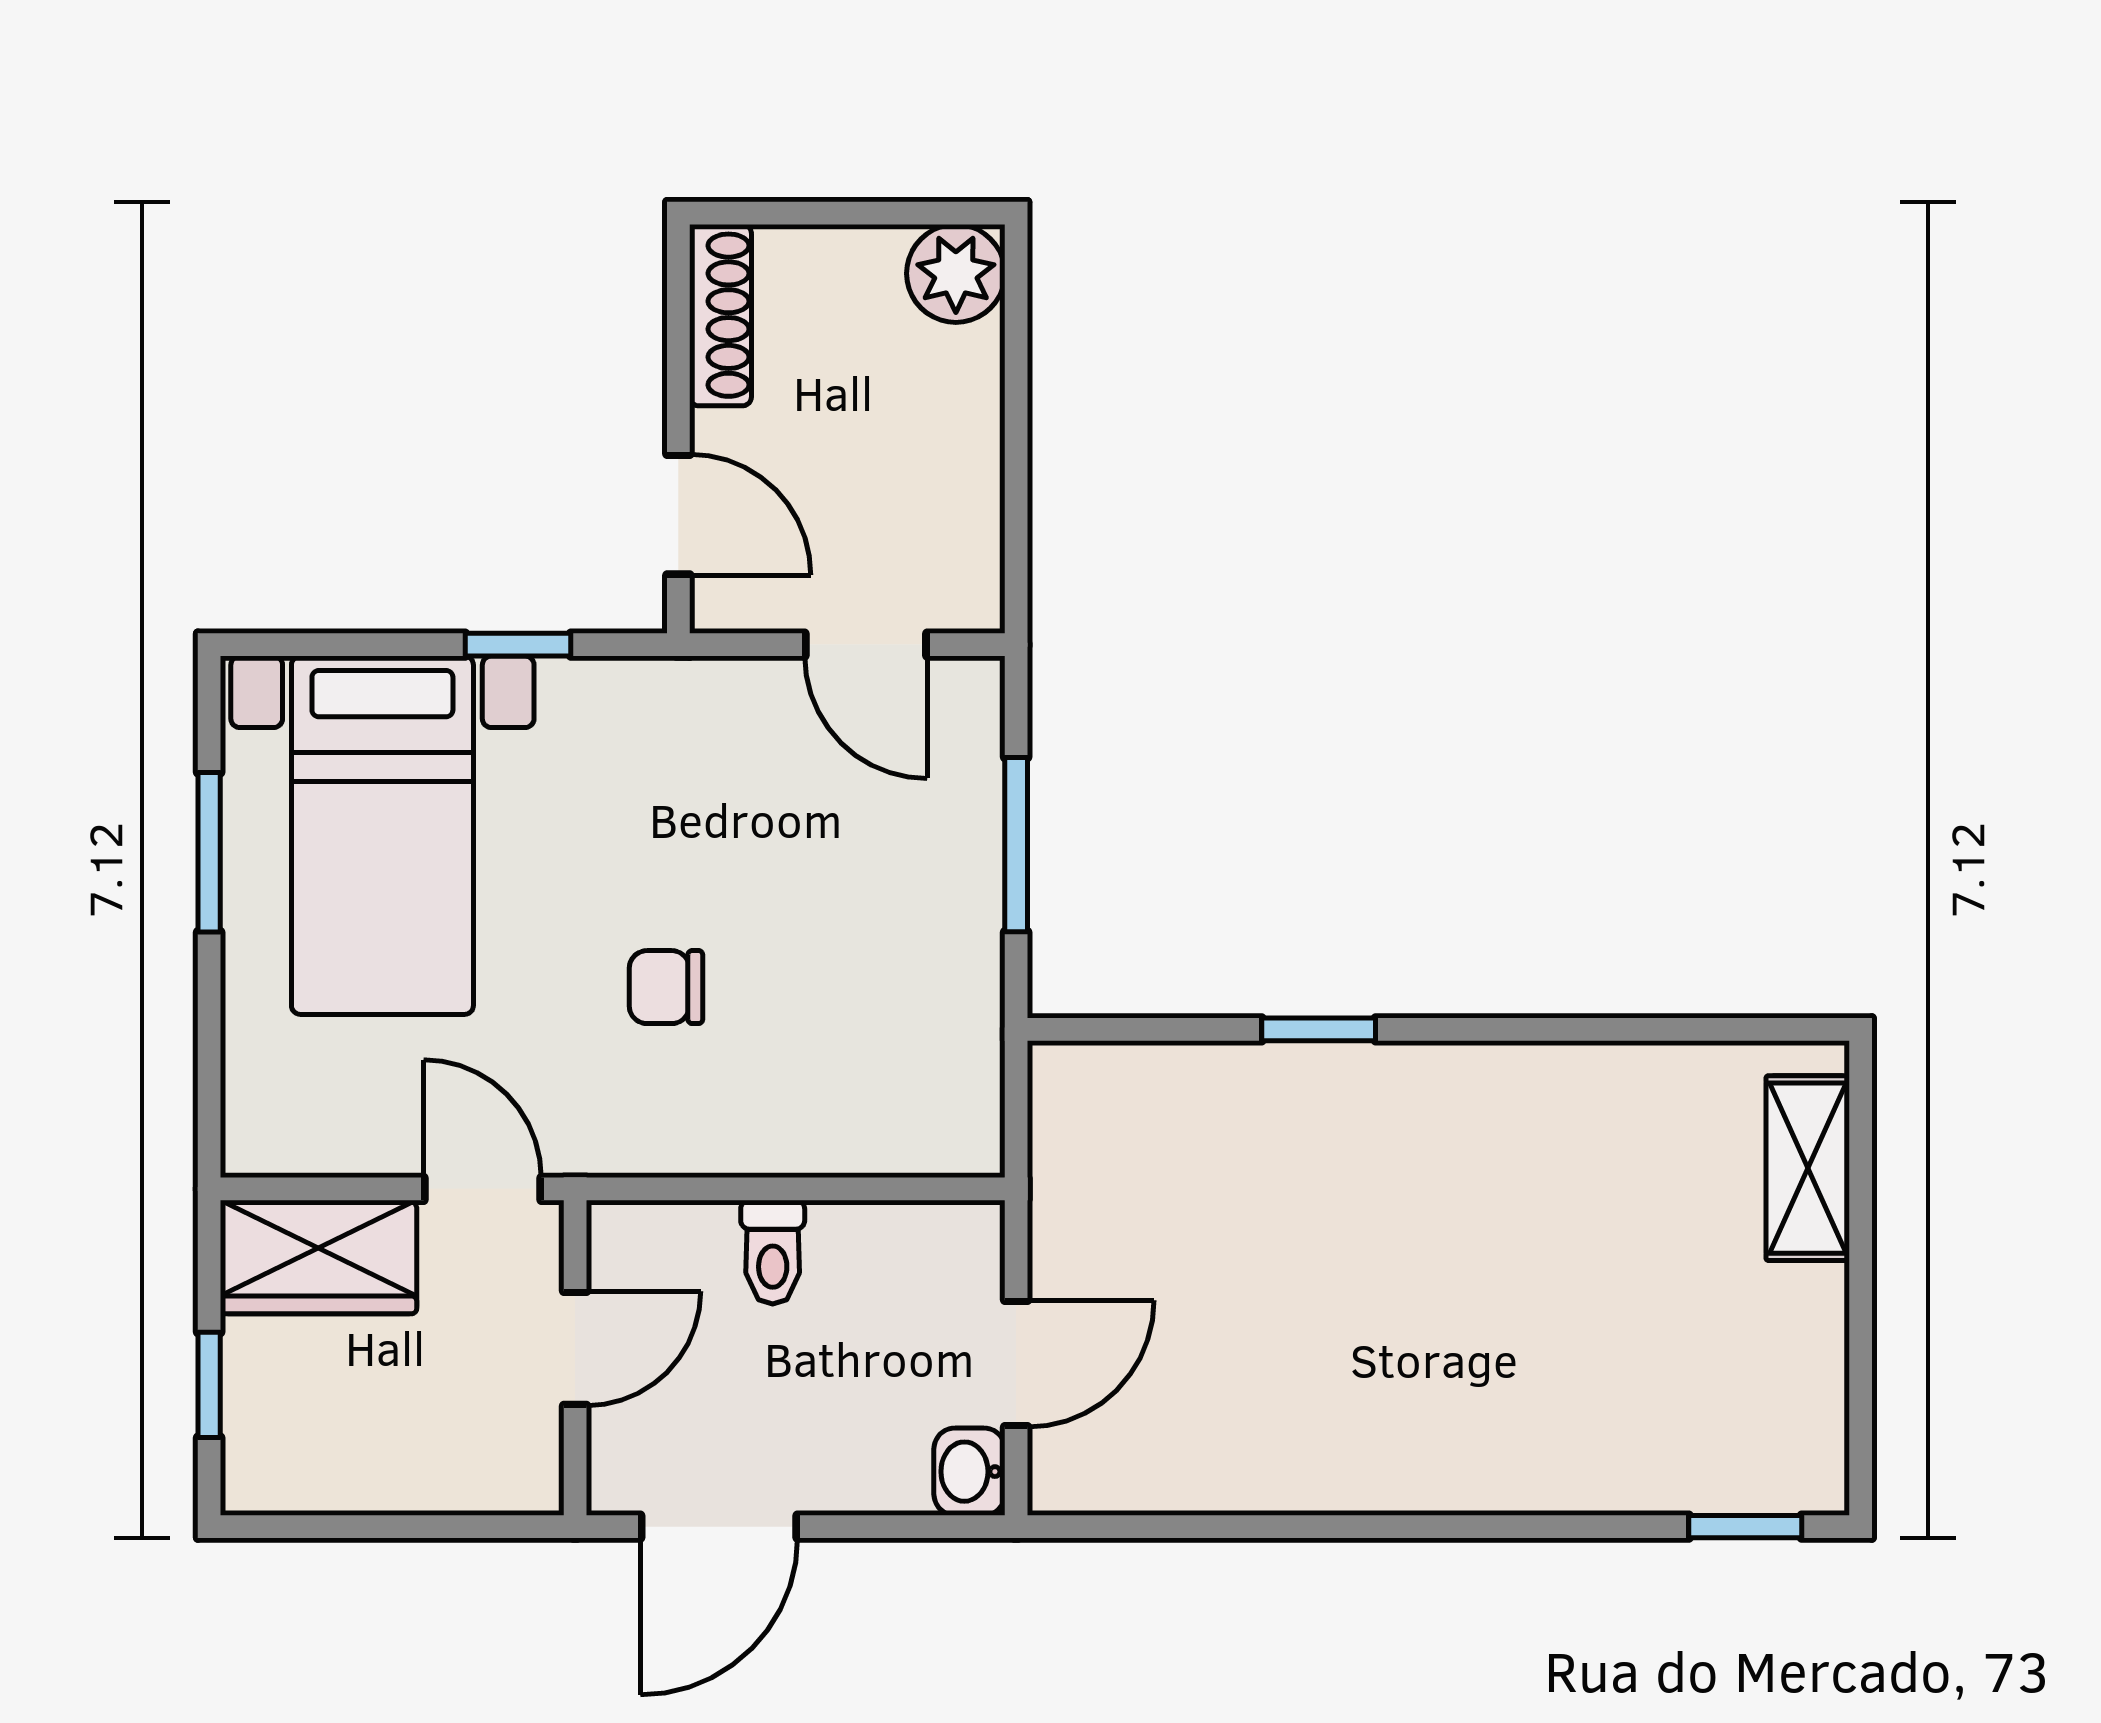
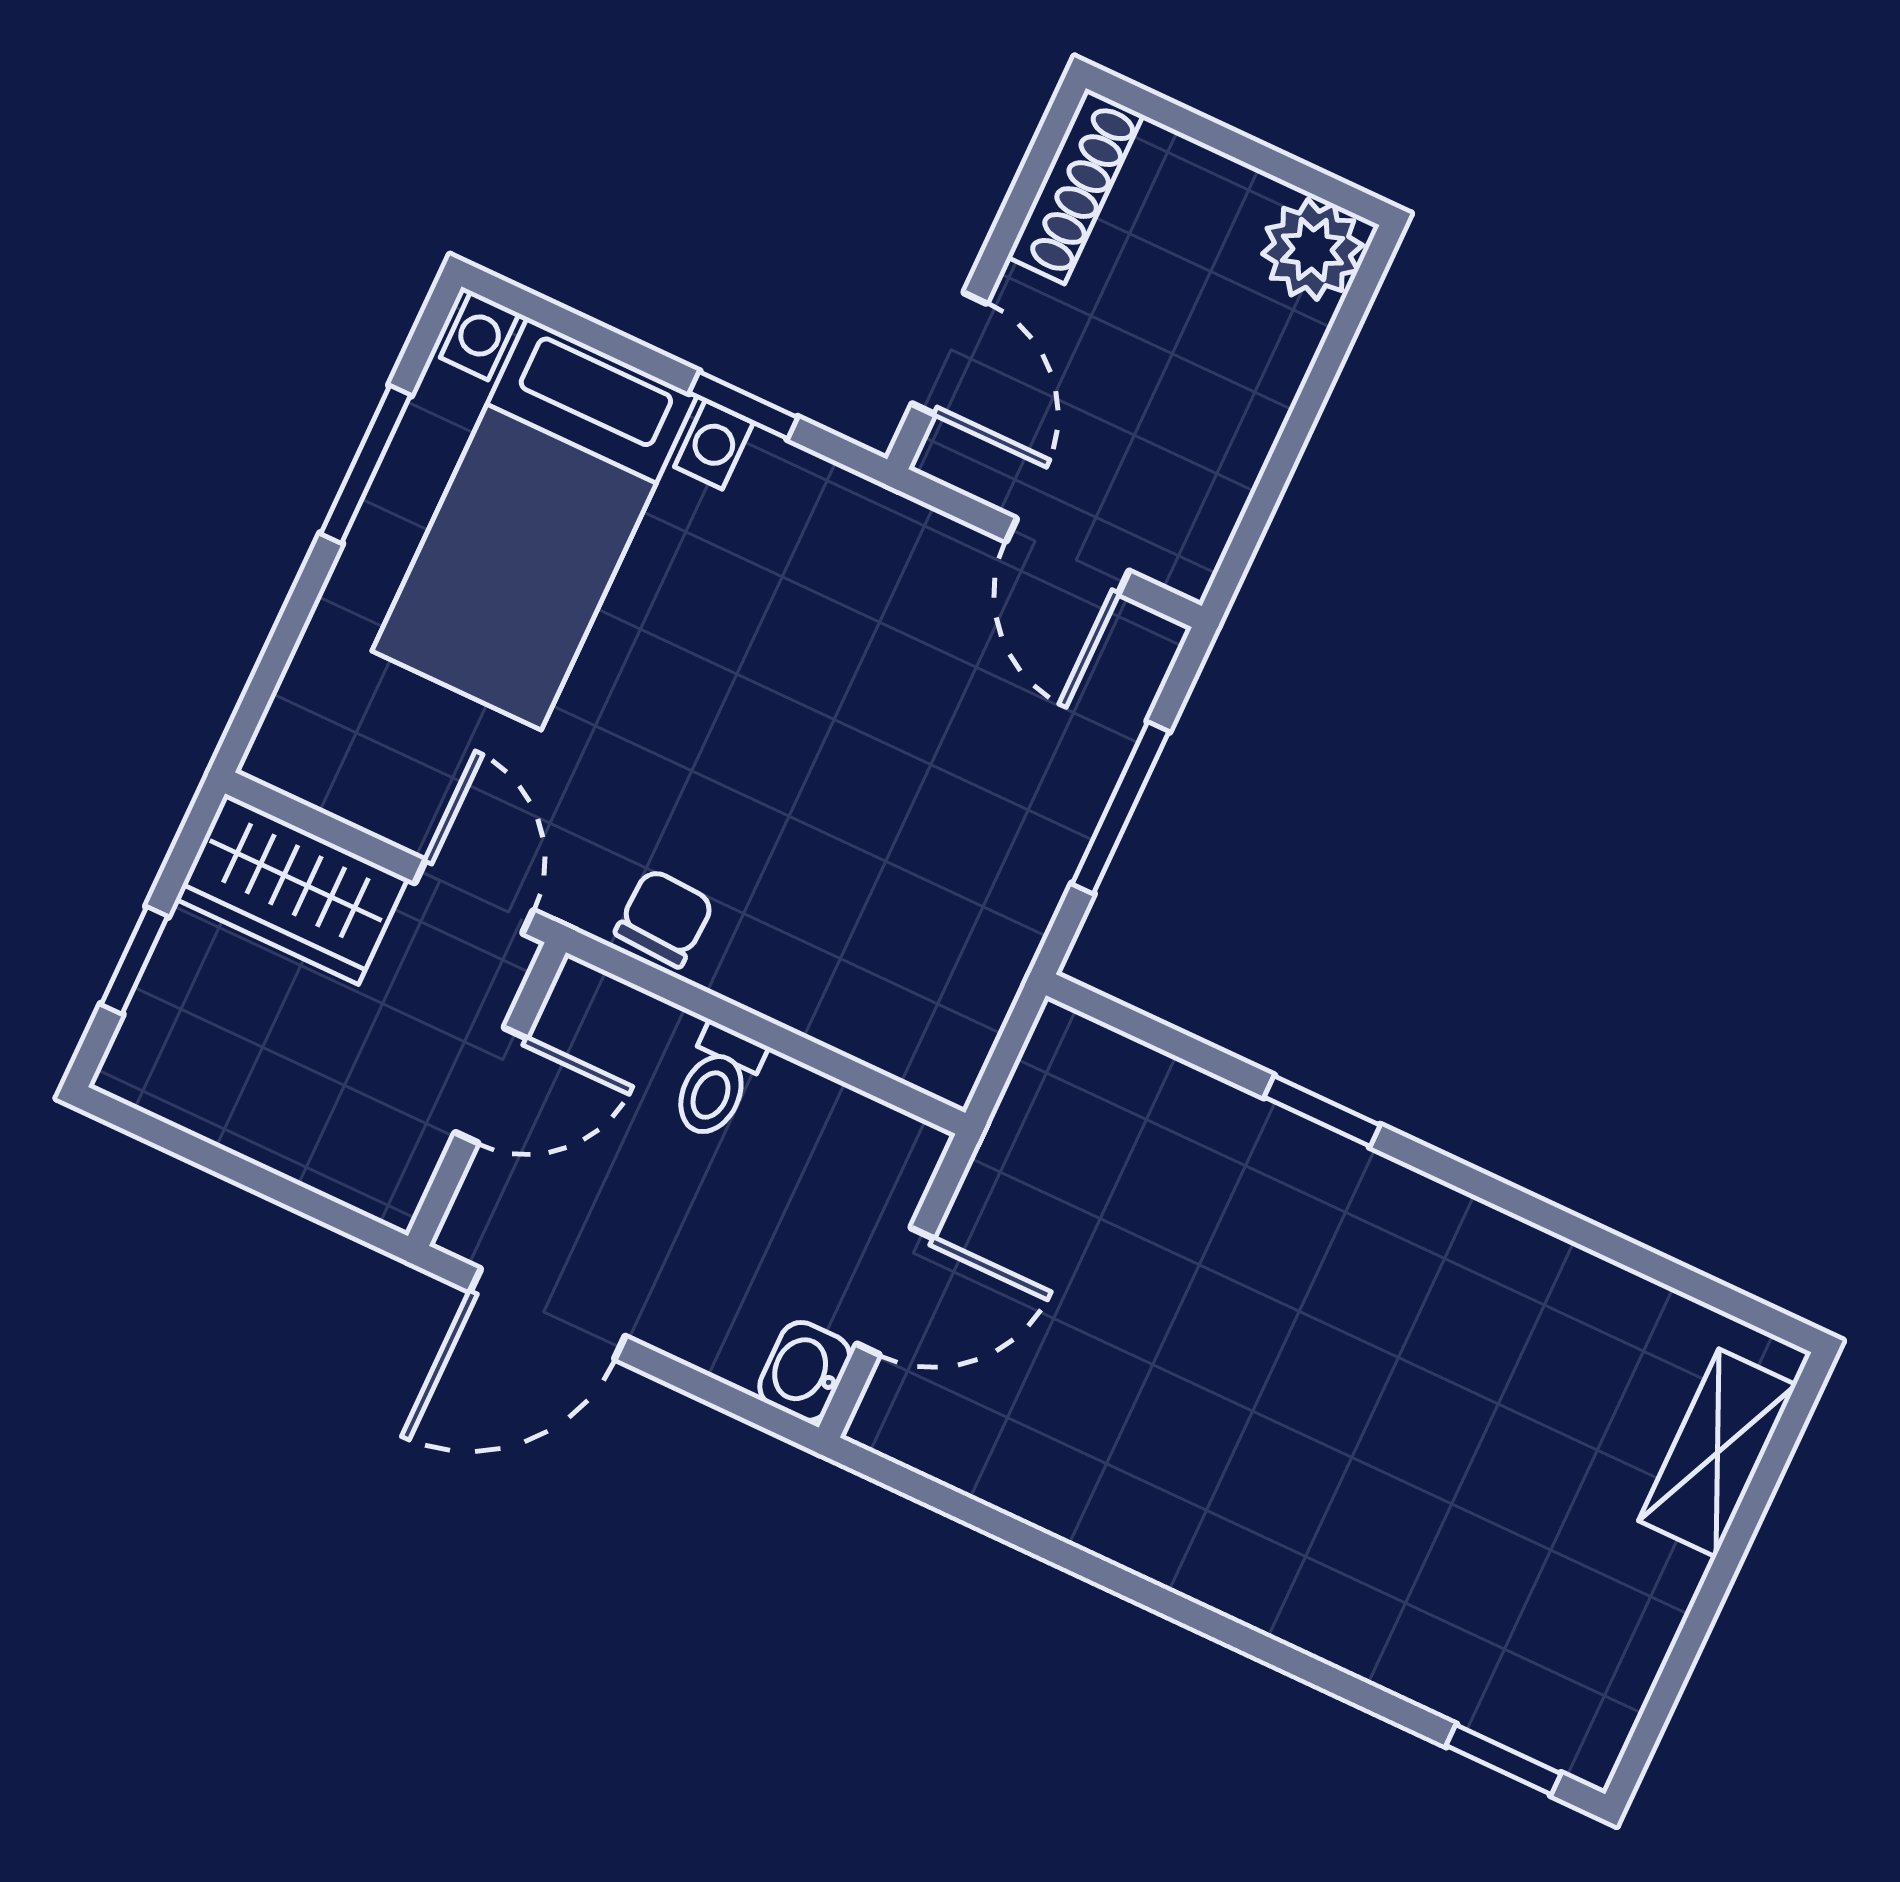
chair: (666, 987) -> (664, 918), moved, turned 93

